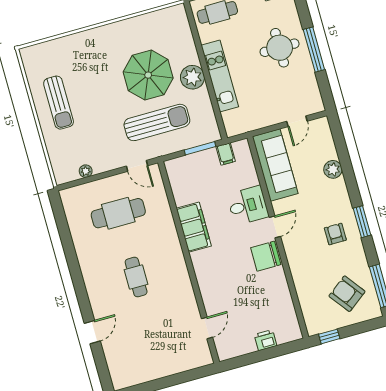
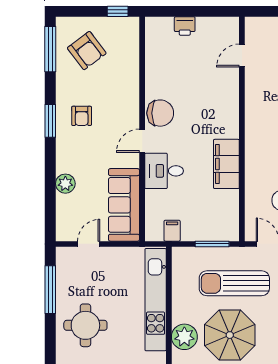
window: (314, 50) -> (50, 290), moved
kitchen unit: (220, 76) -> (156, 300), width x1.36
plant: (192, 77) -> (184, 337), moved
window: (200, 148) -> (212, 244), moved

